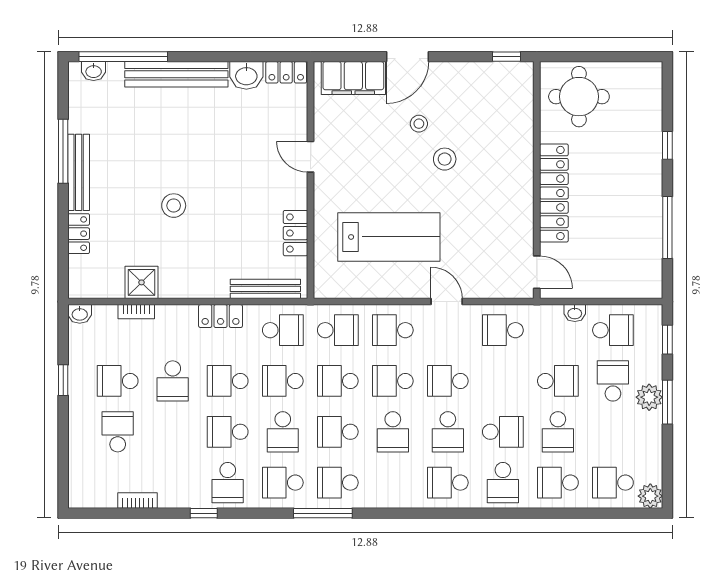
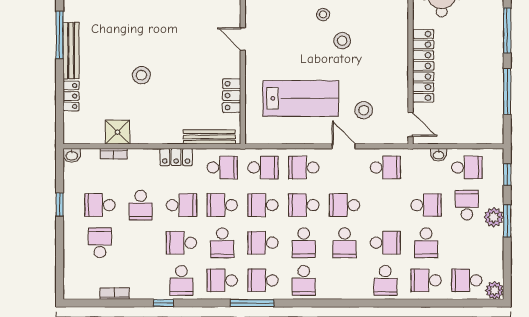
window: (667, 145) -> (507, 31), width x2.17
stool: (474, 253) -> (364, 110), added
school desk: (503, 330) -> (385, 167), turned 180
school desk: (228, 381) -> (181, 205), turned 180
school desk: (448, 483) -> (304, 280), moved, turned -90

